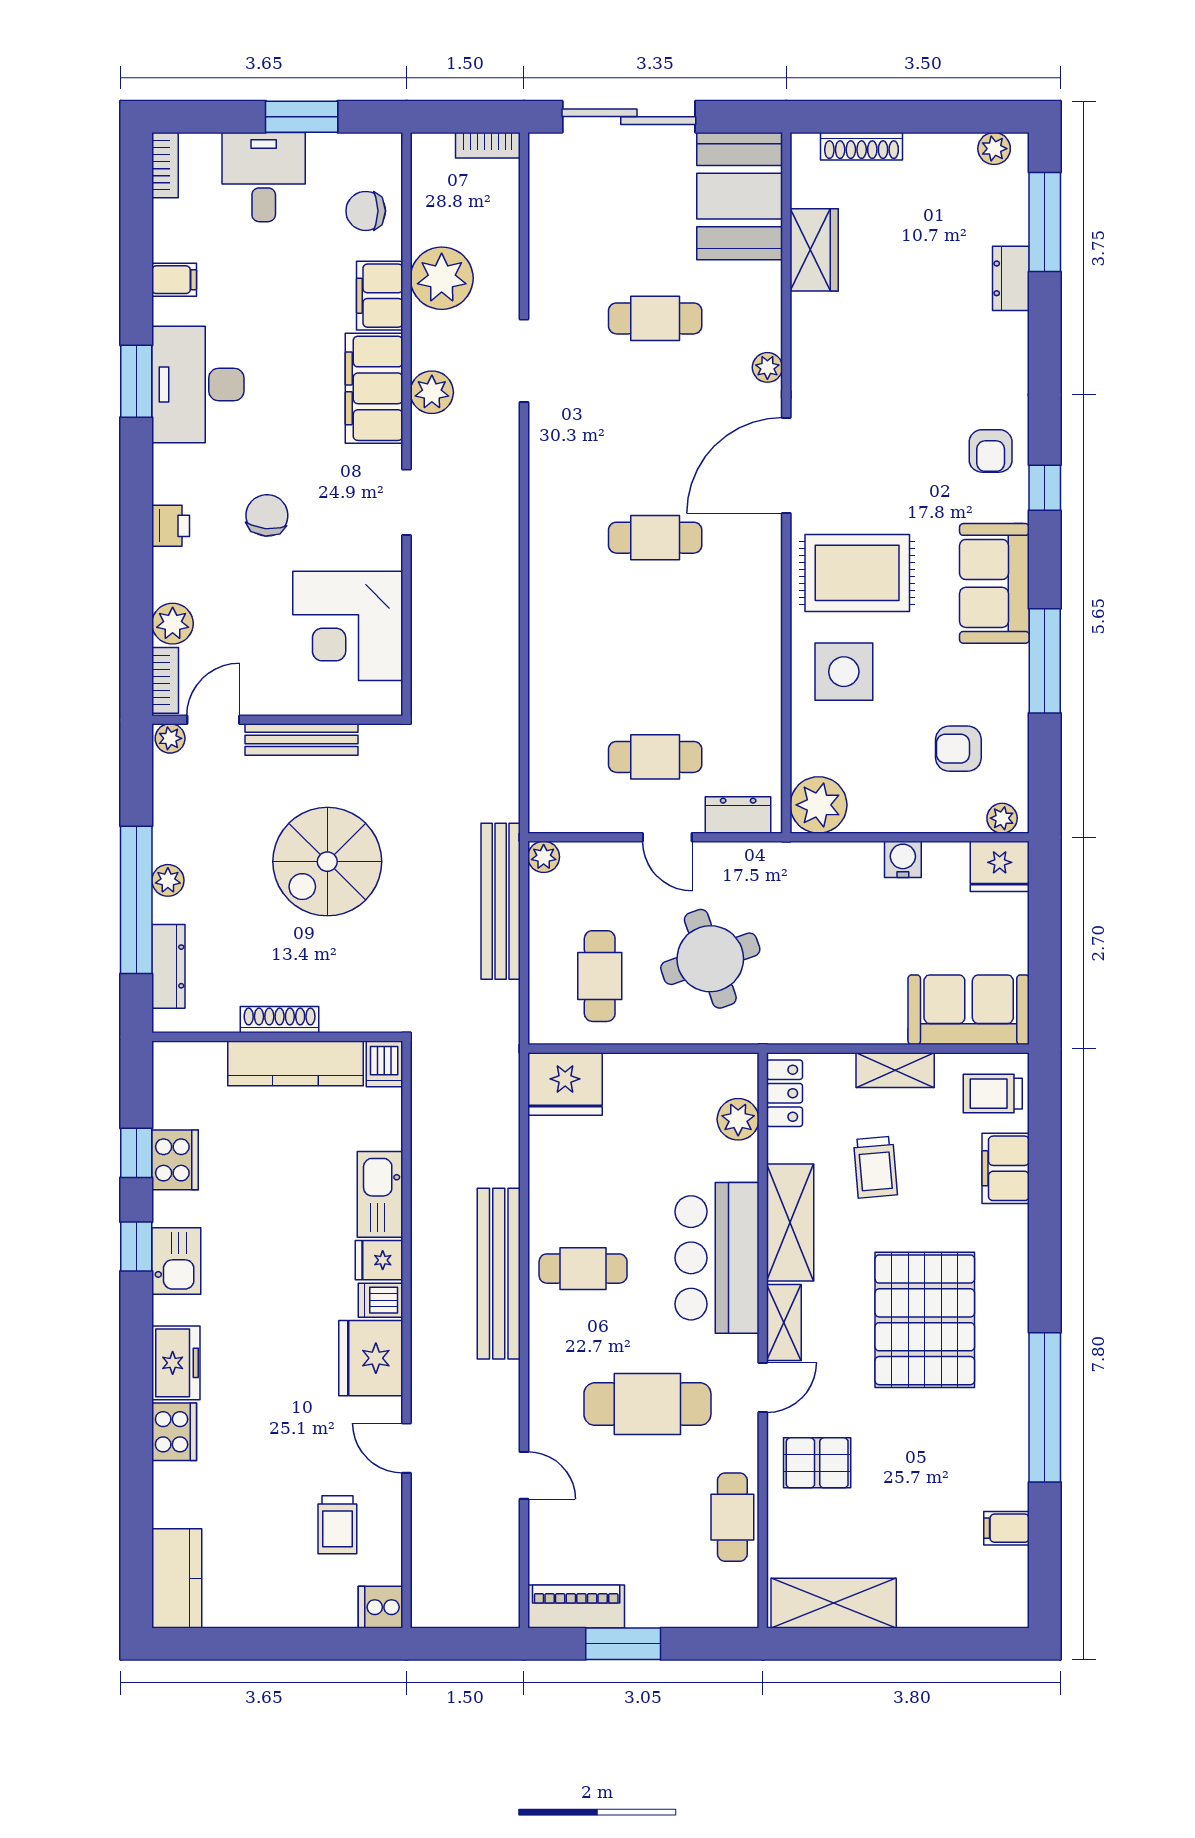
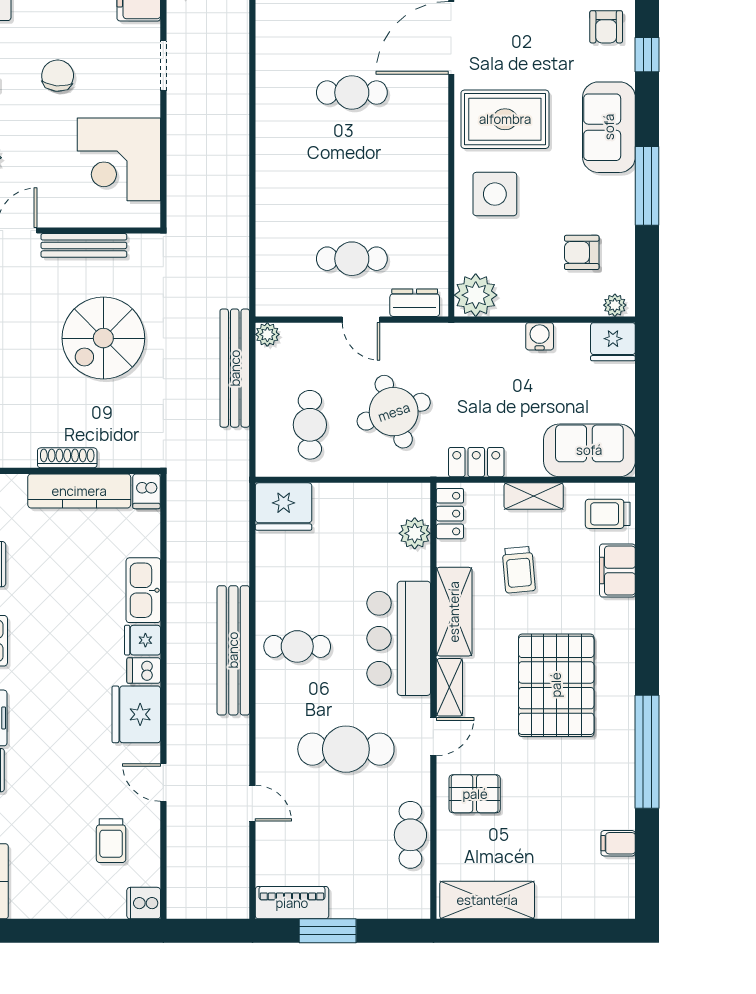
locker: (819, 1025) -> (476, 462), added

